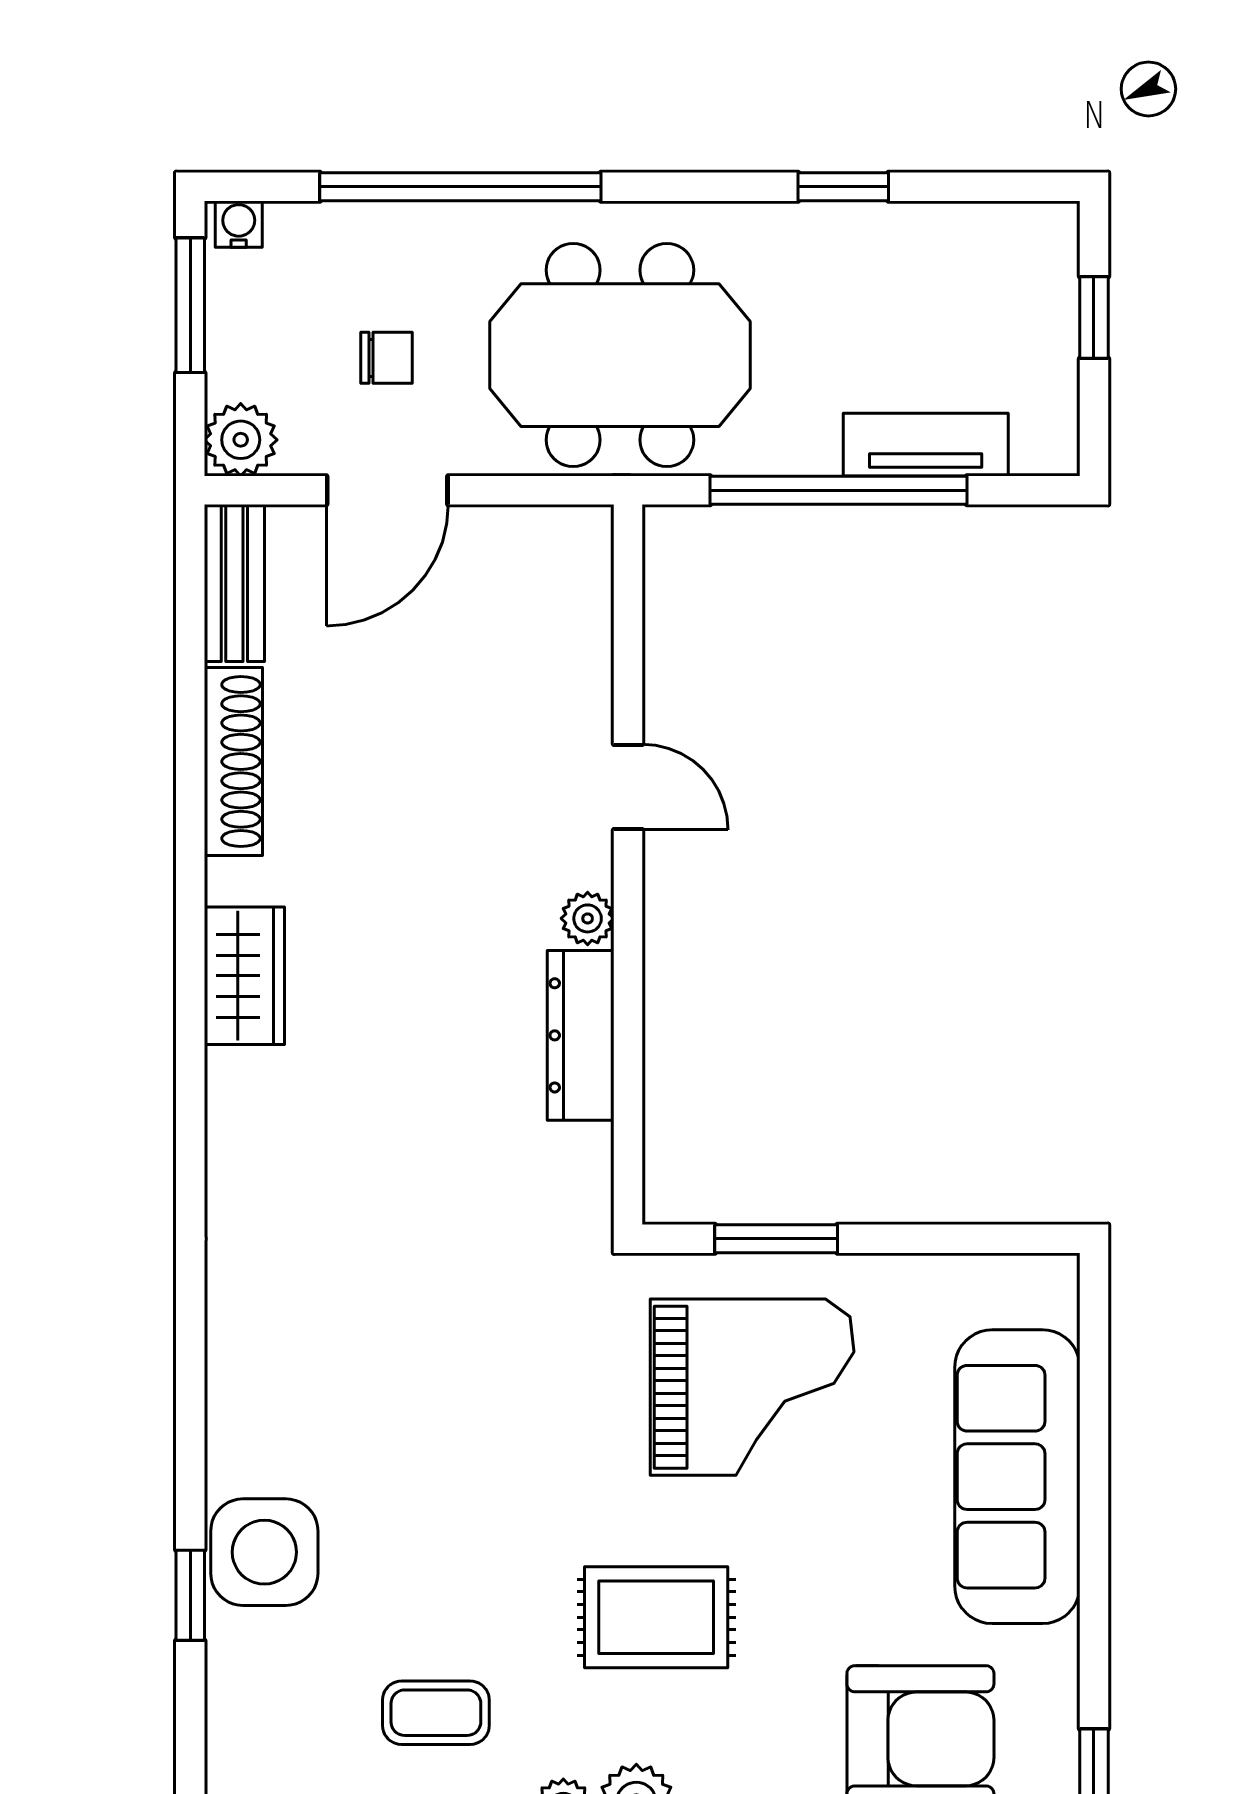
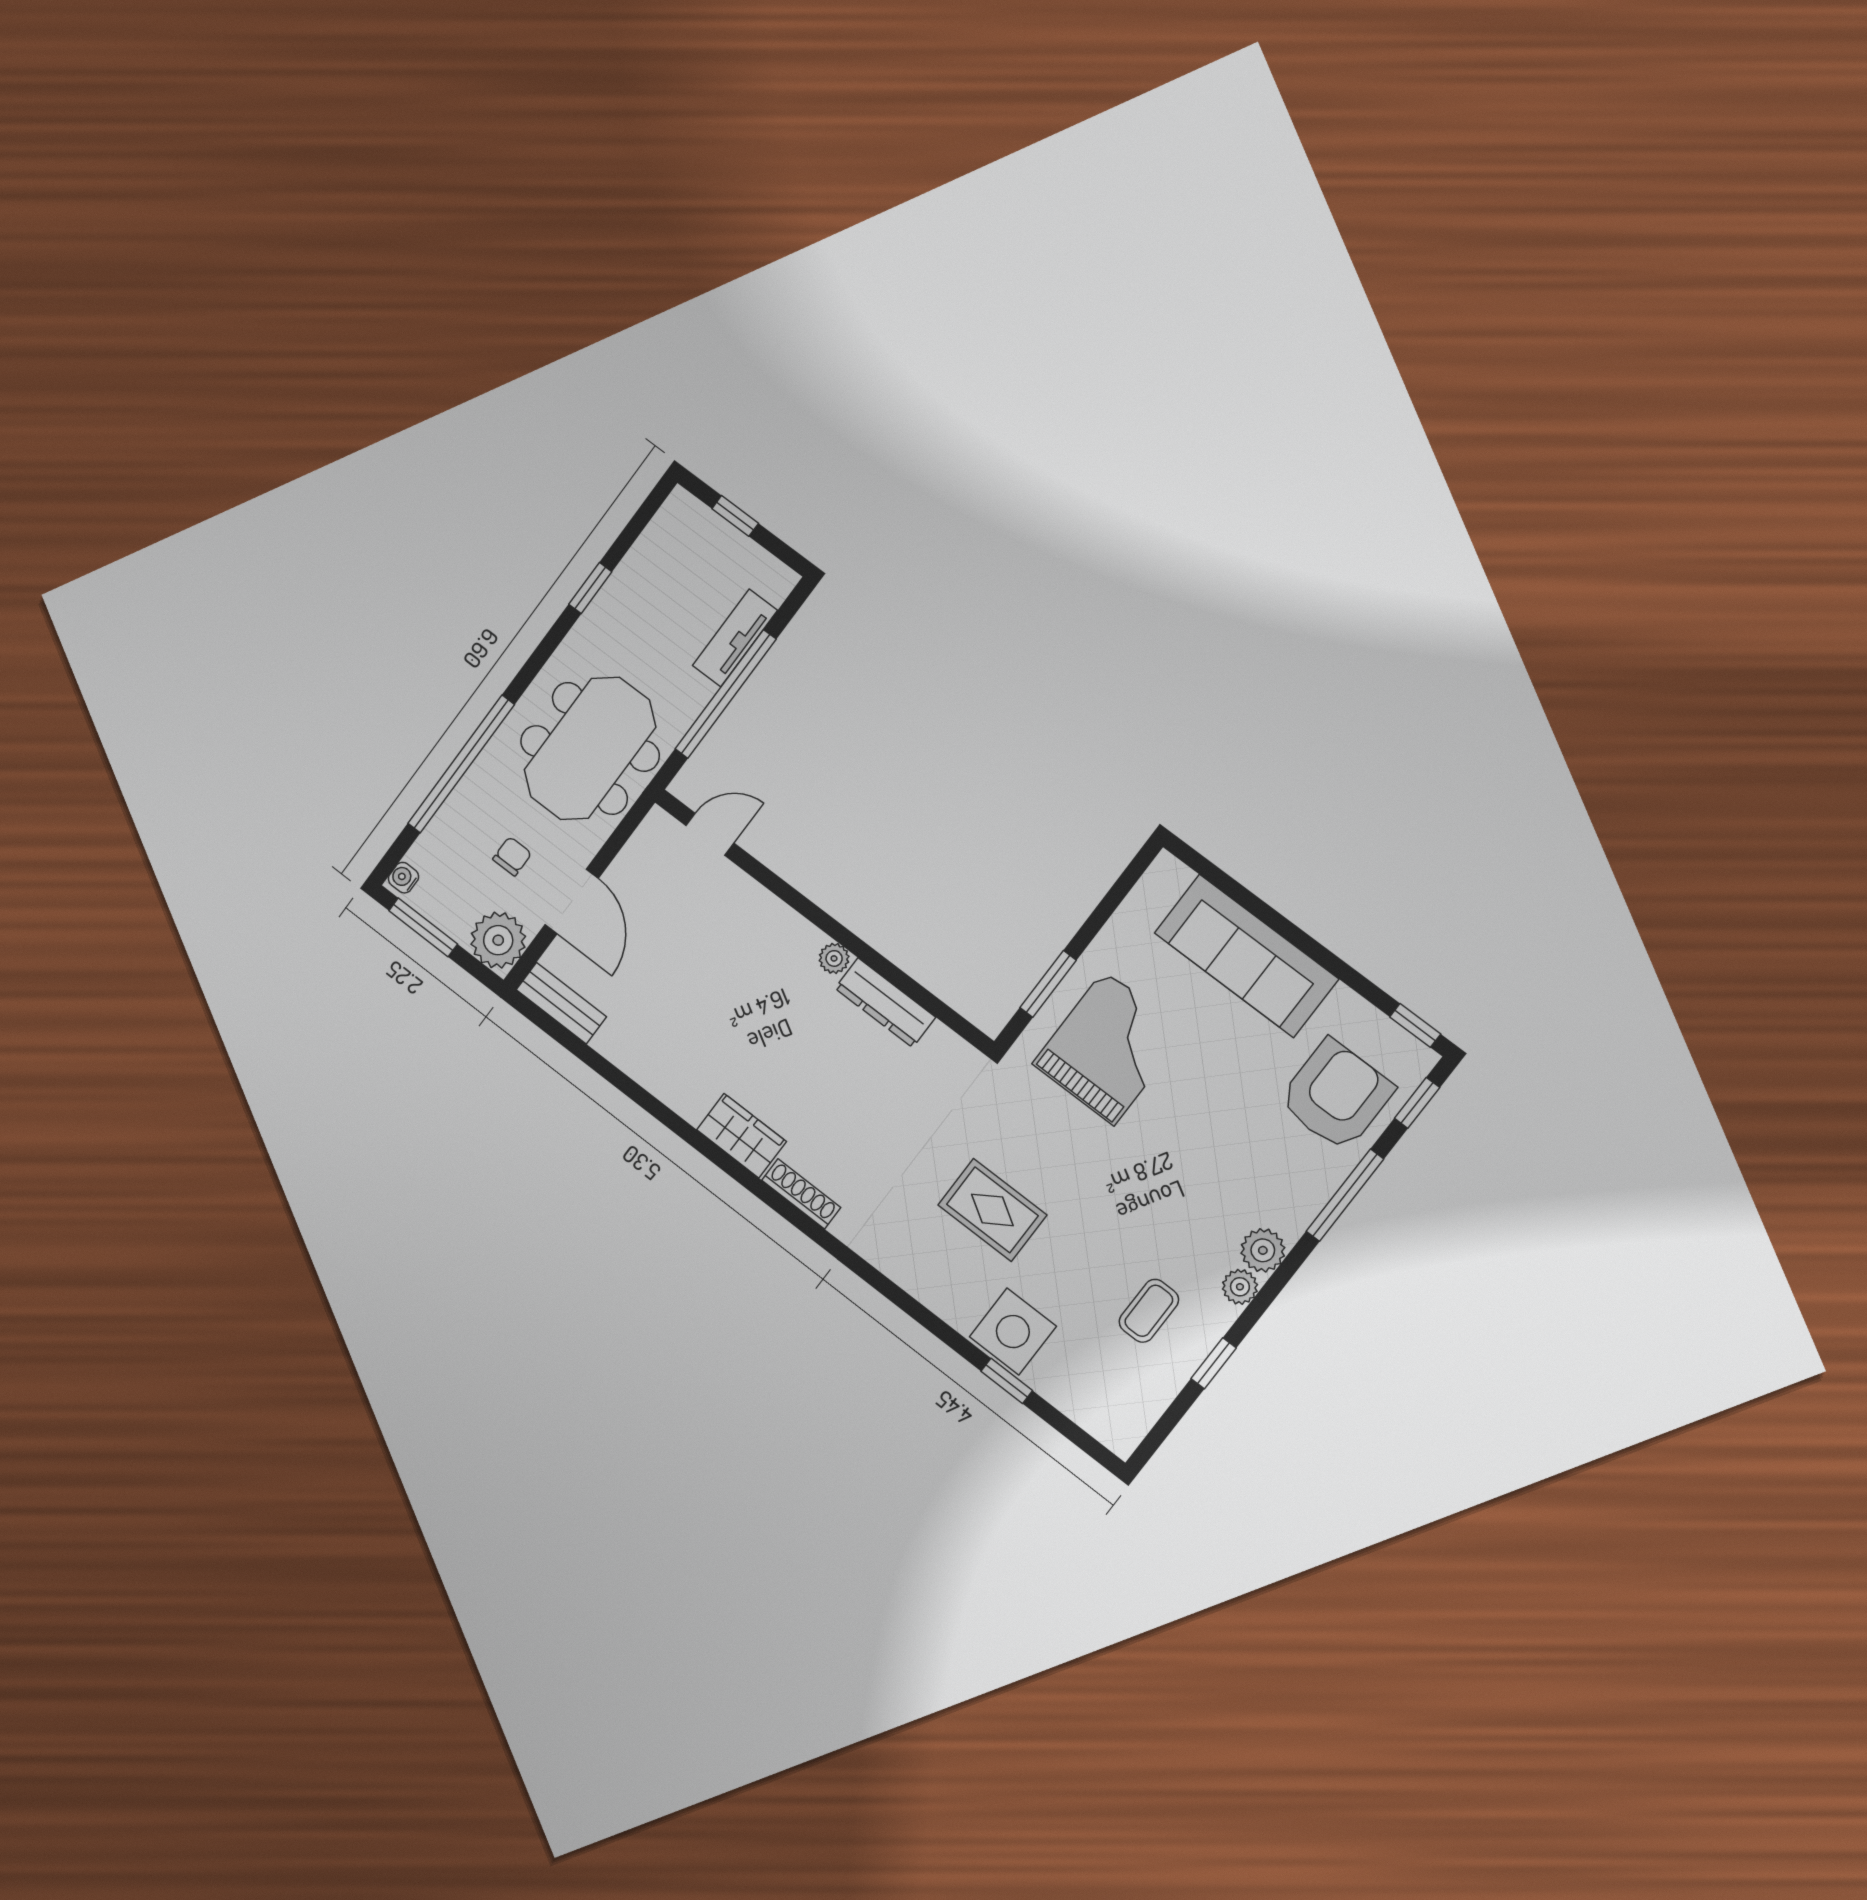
plant: (241, 440) -> (498, 940), width x1.36, depth x1.36
shoe rack: (233, 762) -> (801, 1194), moved, width x0.74, depth x0.81
door: (628, 787) -> (710, 834), moved
rug: (656, 1617) -> (992, 1210), moved, turned 90

